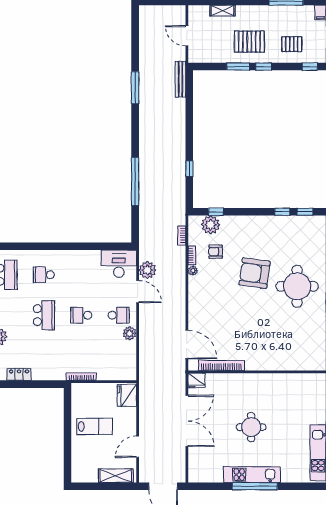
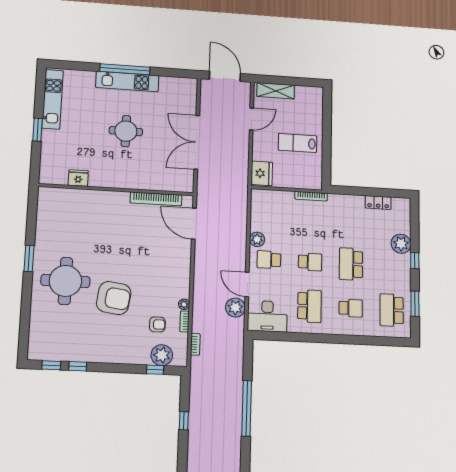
school desk: (81, 275) -> (309, 306), added
fridge: (197, 380) -> (78, 178), moved

